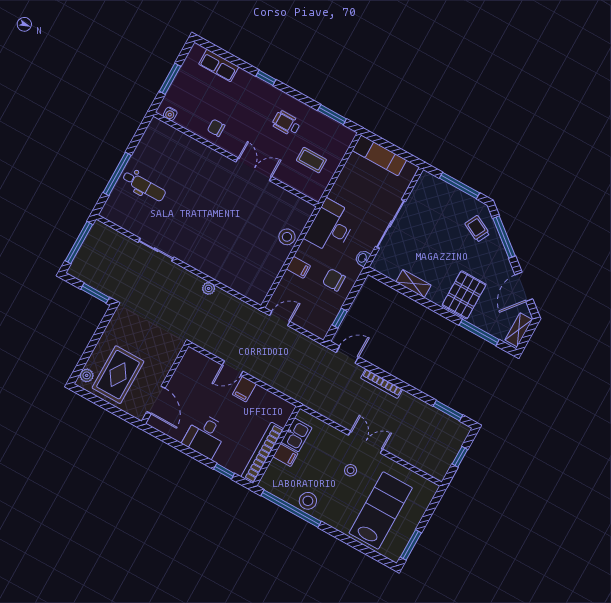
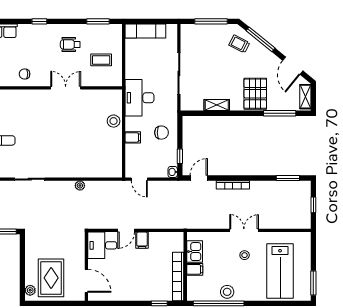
washbasin: (363, 258) -> (173, 172), moved
chair: (334, 280) -> (162, 133), turned 180
door: (280, 318) -> (139, 179), swing flipped
desk: (205, 436) -> (102, 245), moved, turned 90
lab bench: (381, 510) -> (280, 271), turned 180

